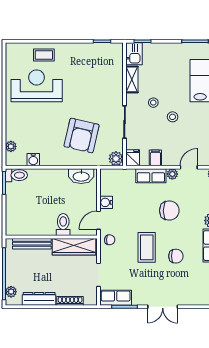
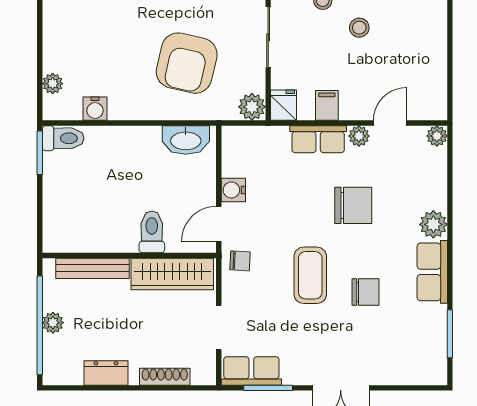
plant: (11, 292) -> (53, 323), moved
dresser: (39, 299) -> (106, 373), width x0.70

